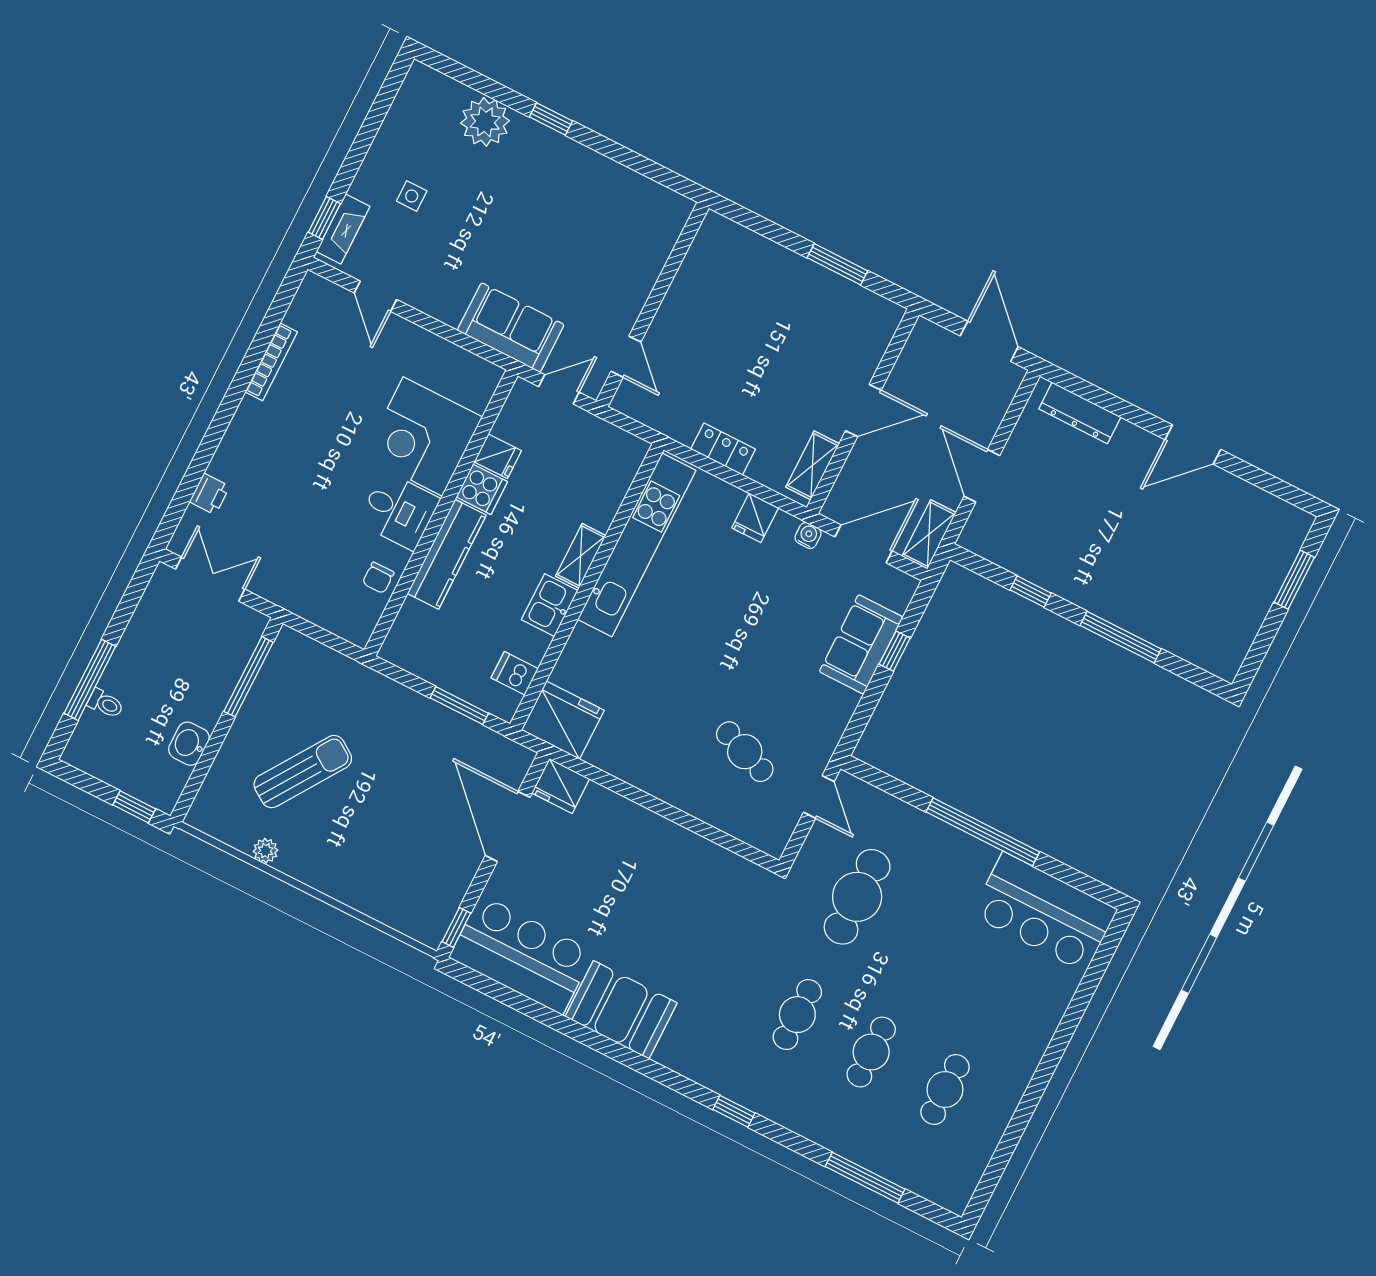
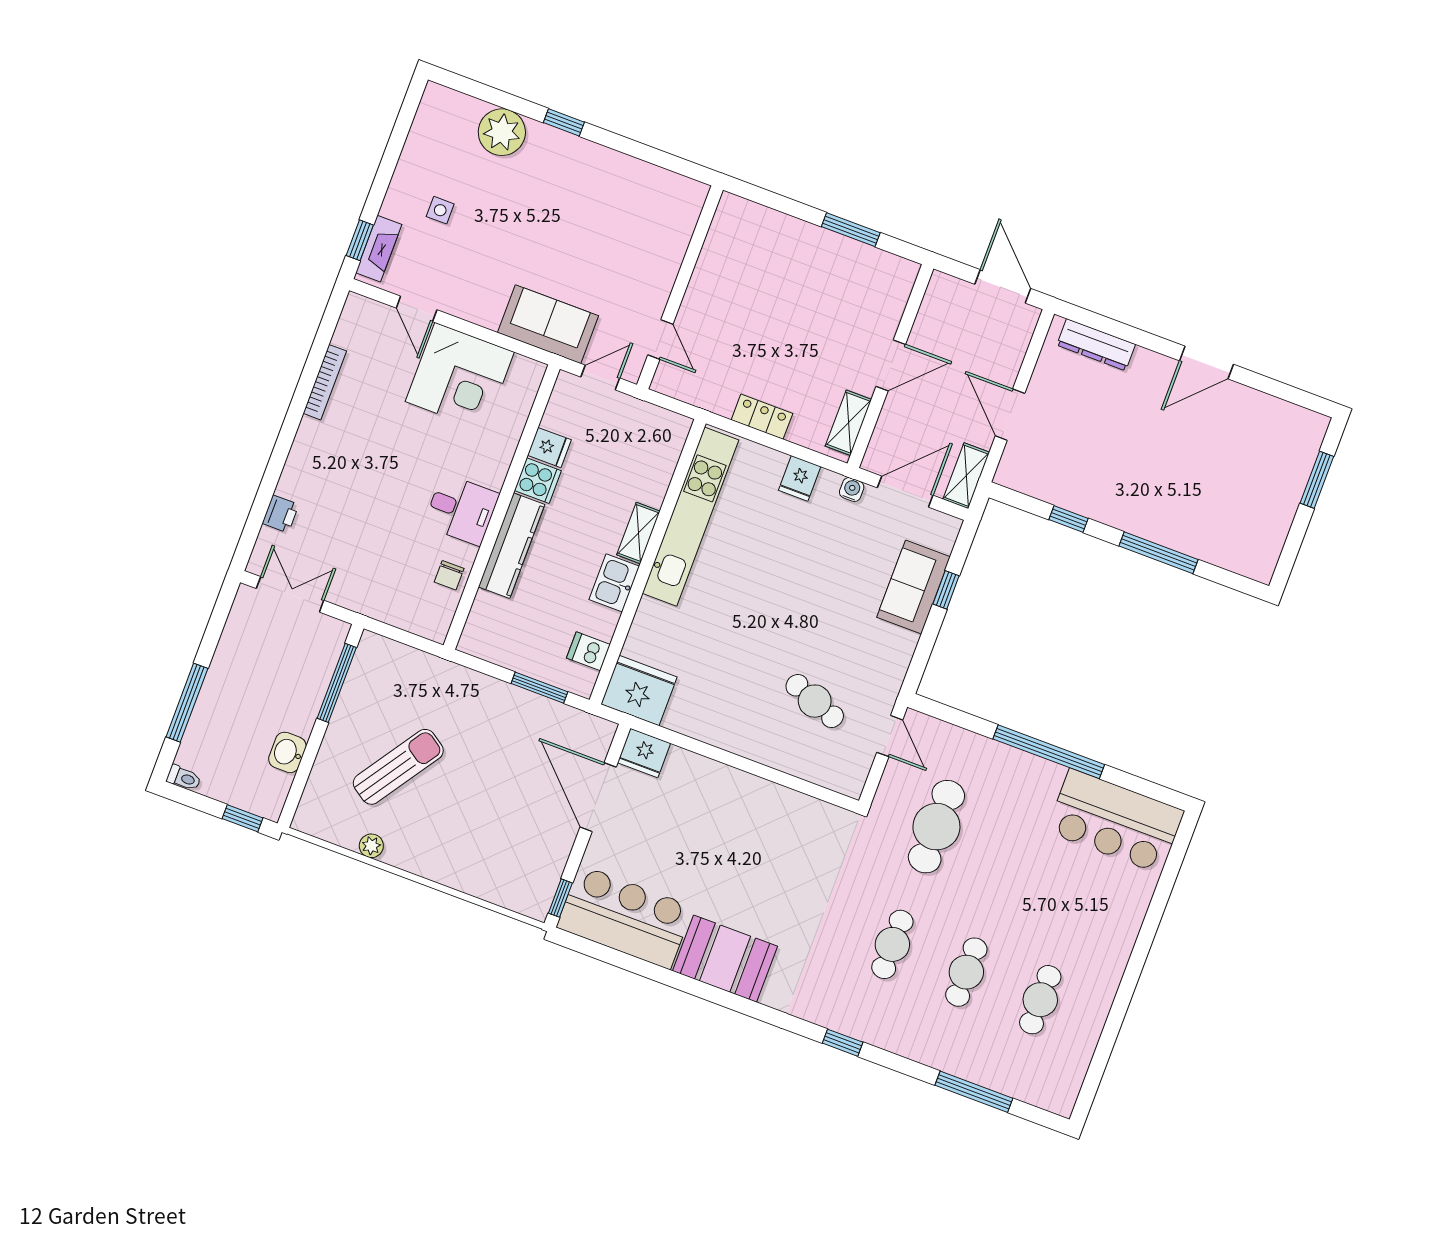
corner desk: (423, 436) -> (460, 377), moved, turned -90
toilet: (106, 704) -> (184, 778), moved

